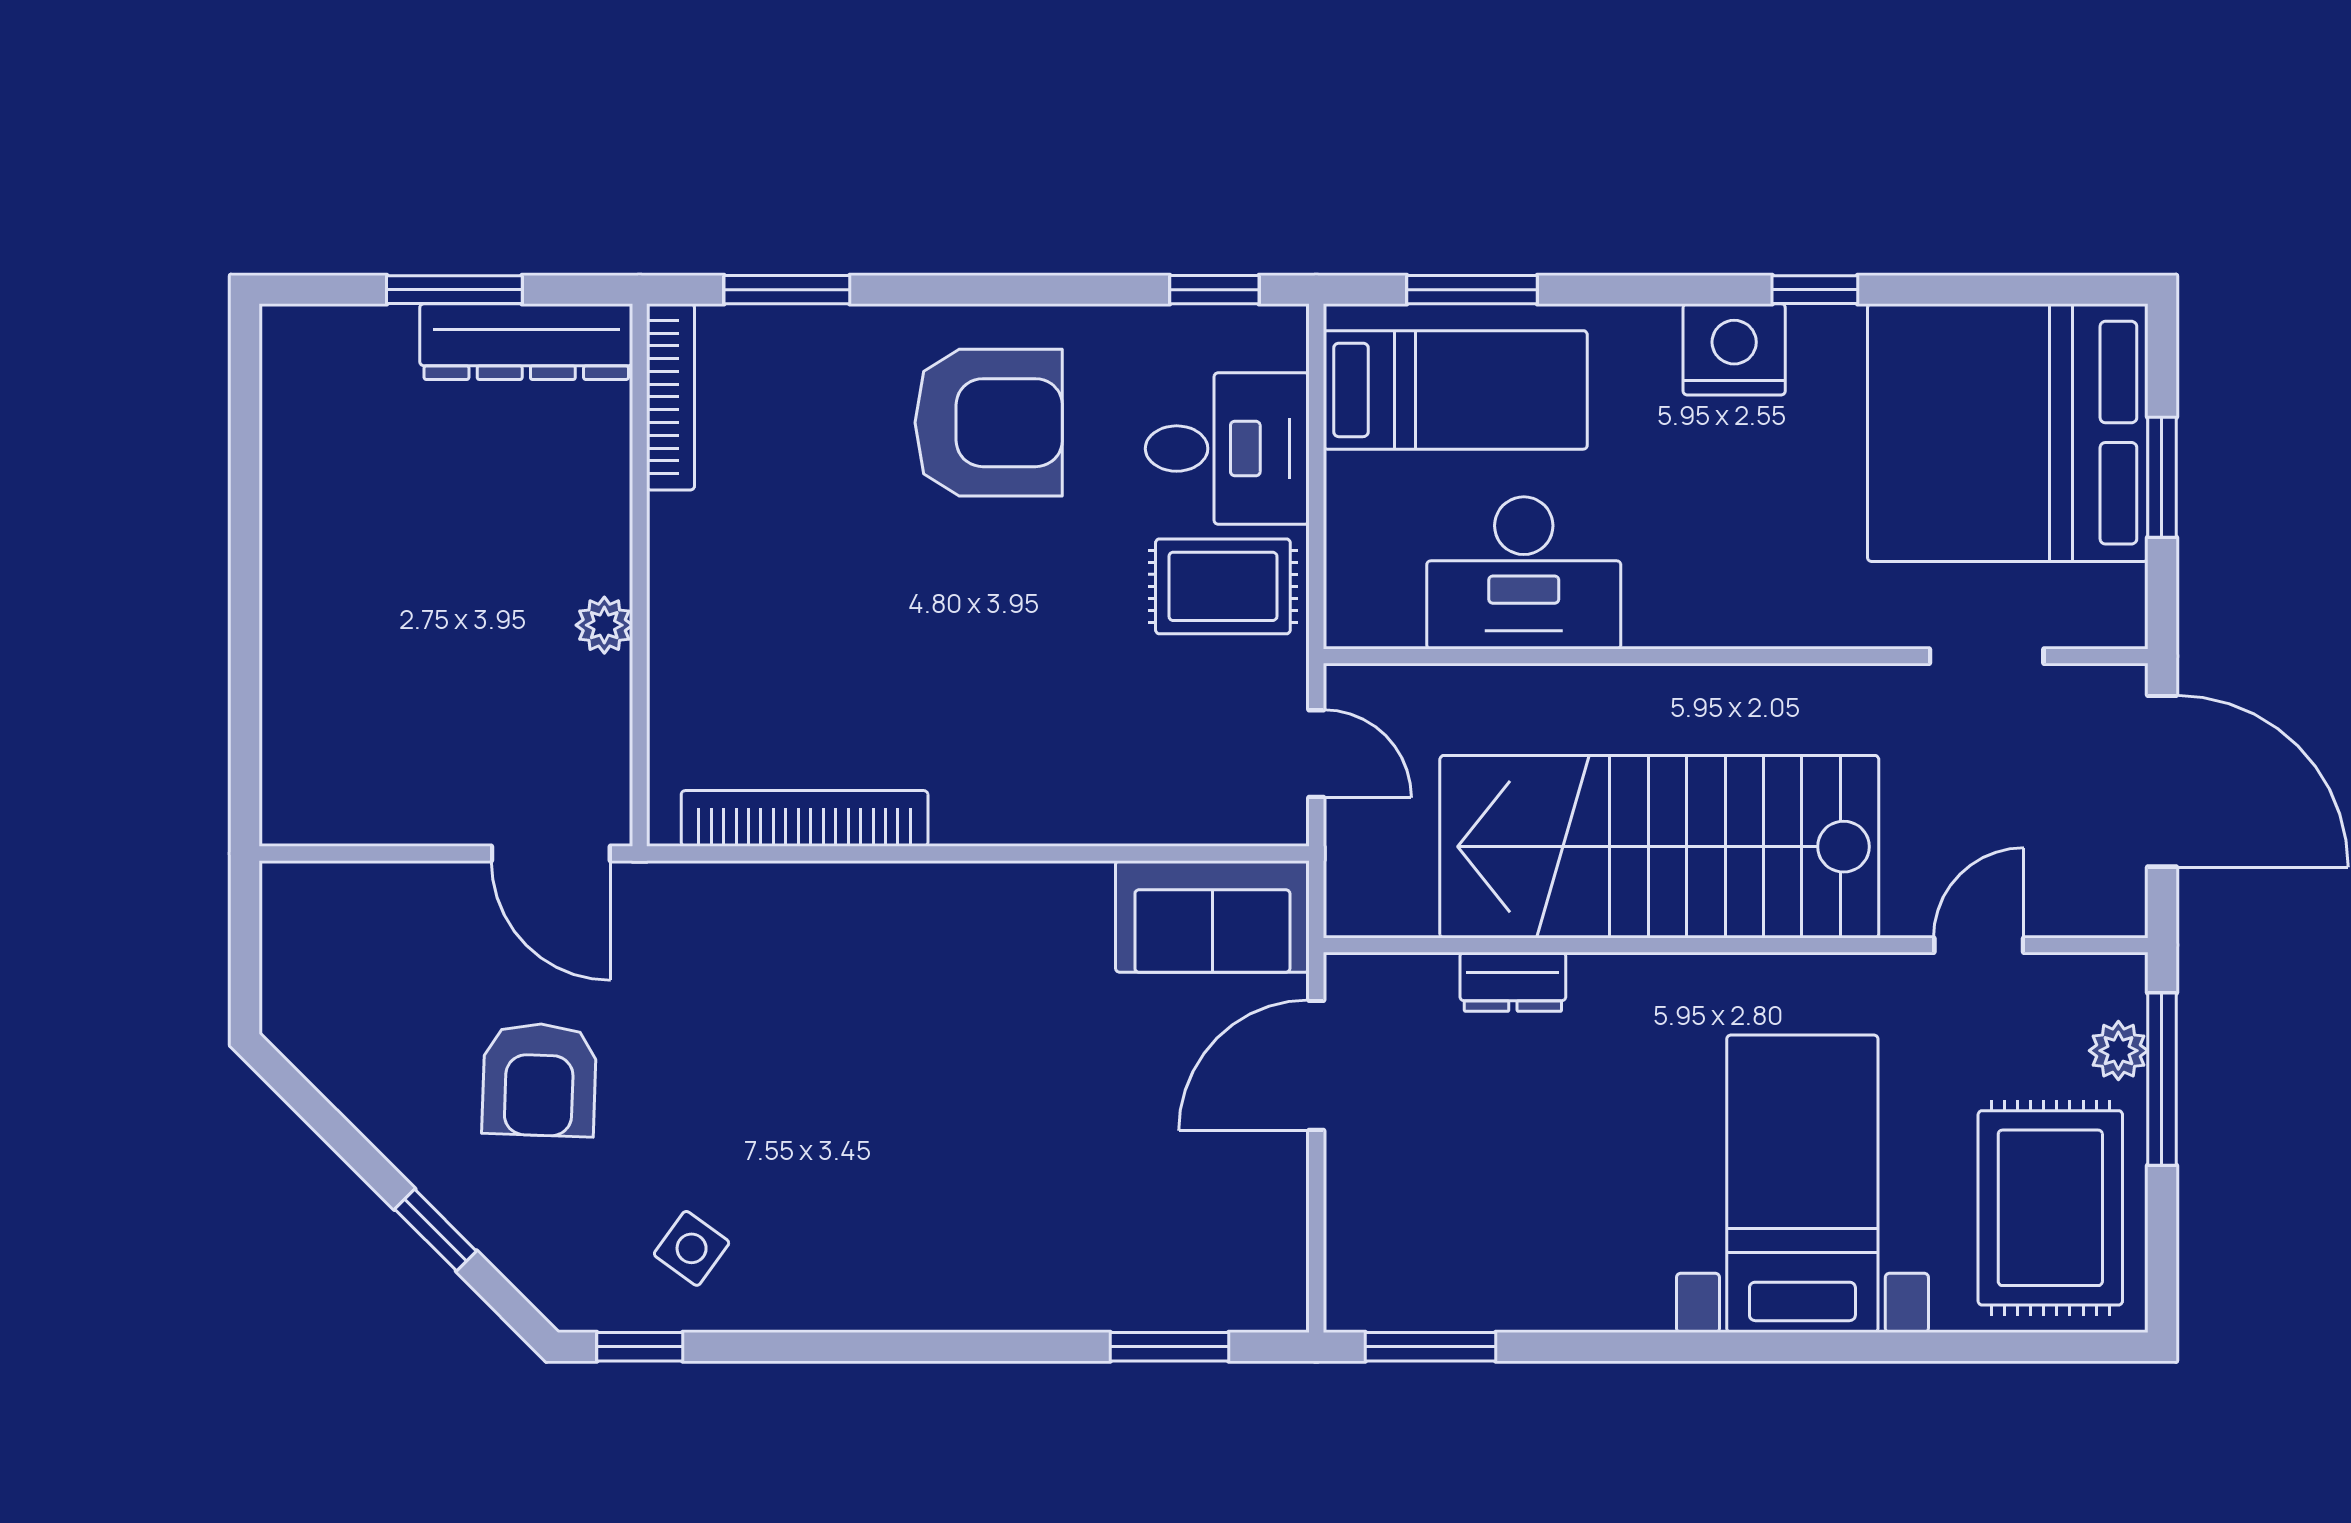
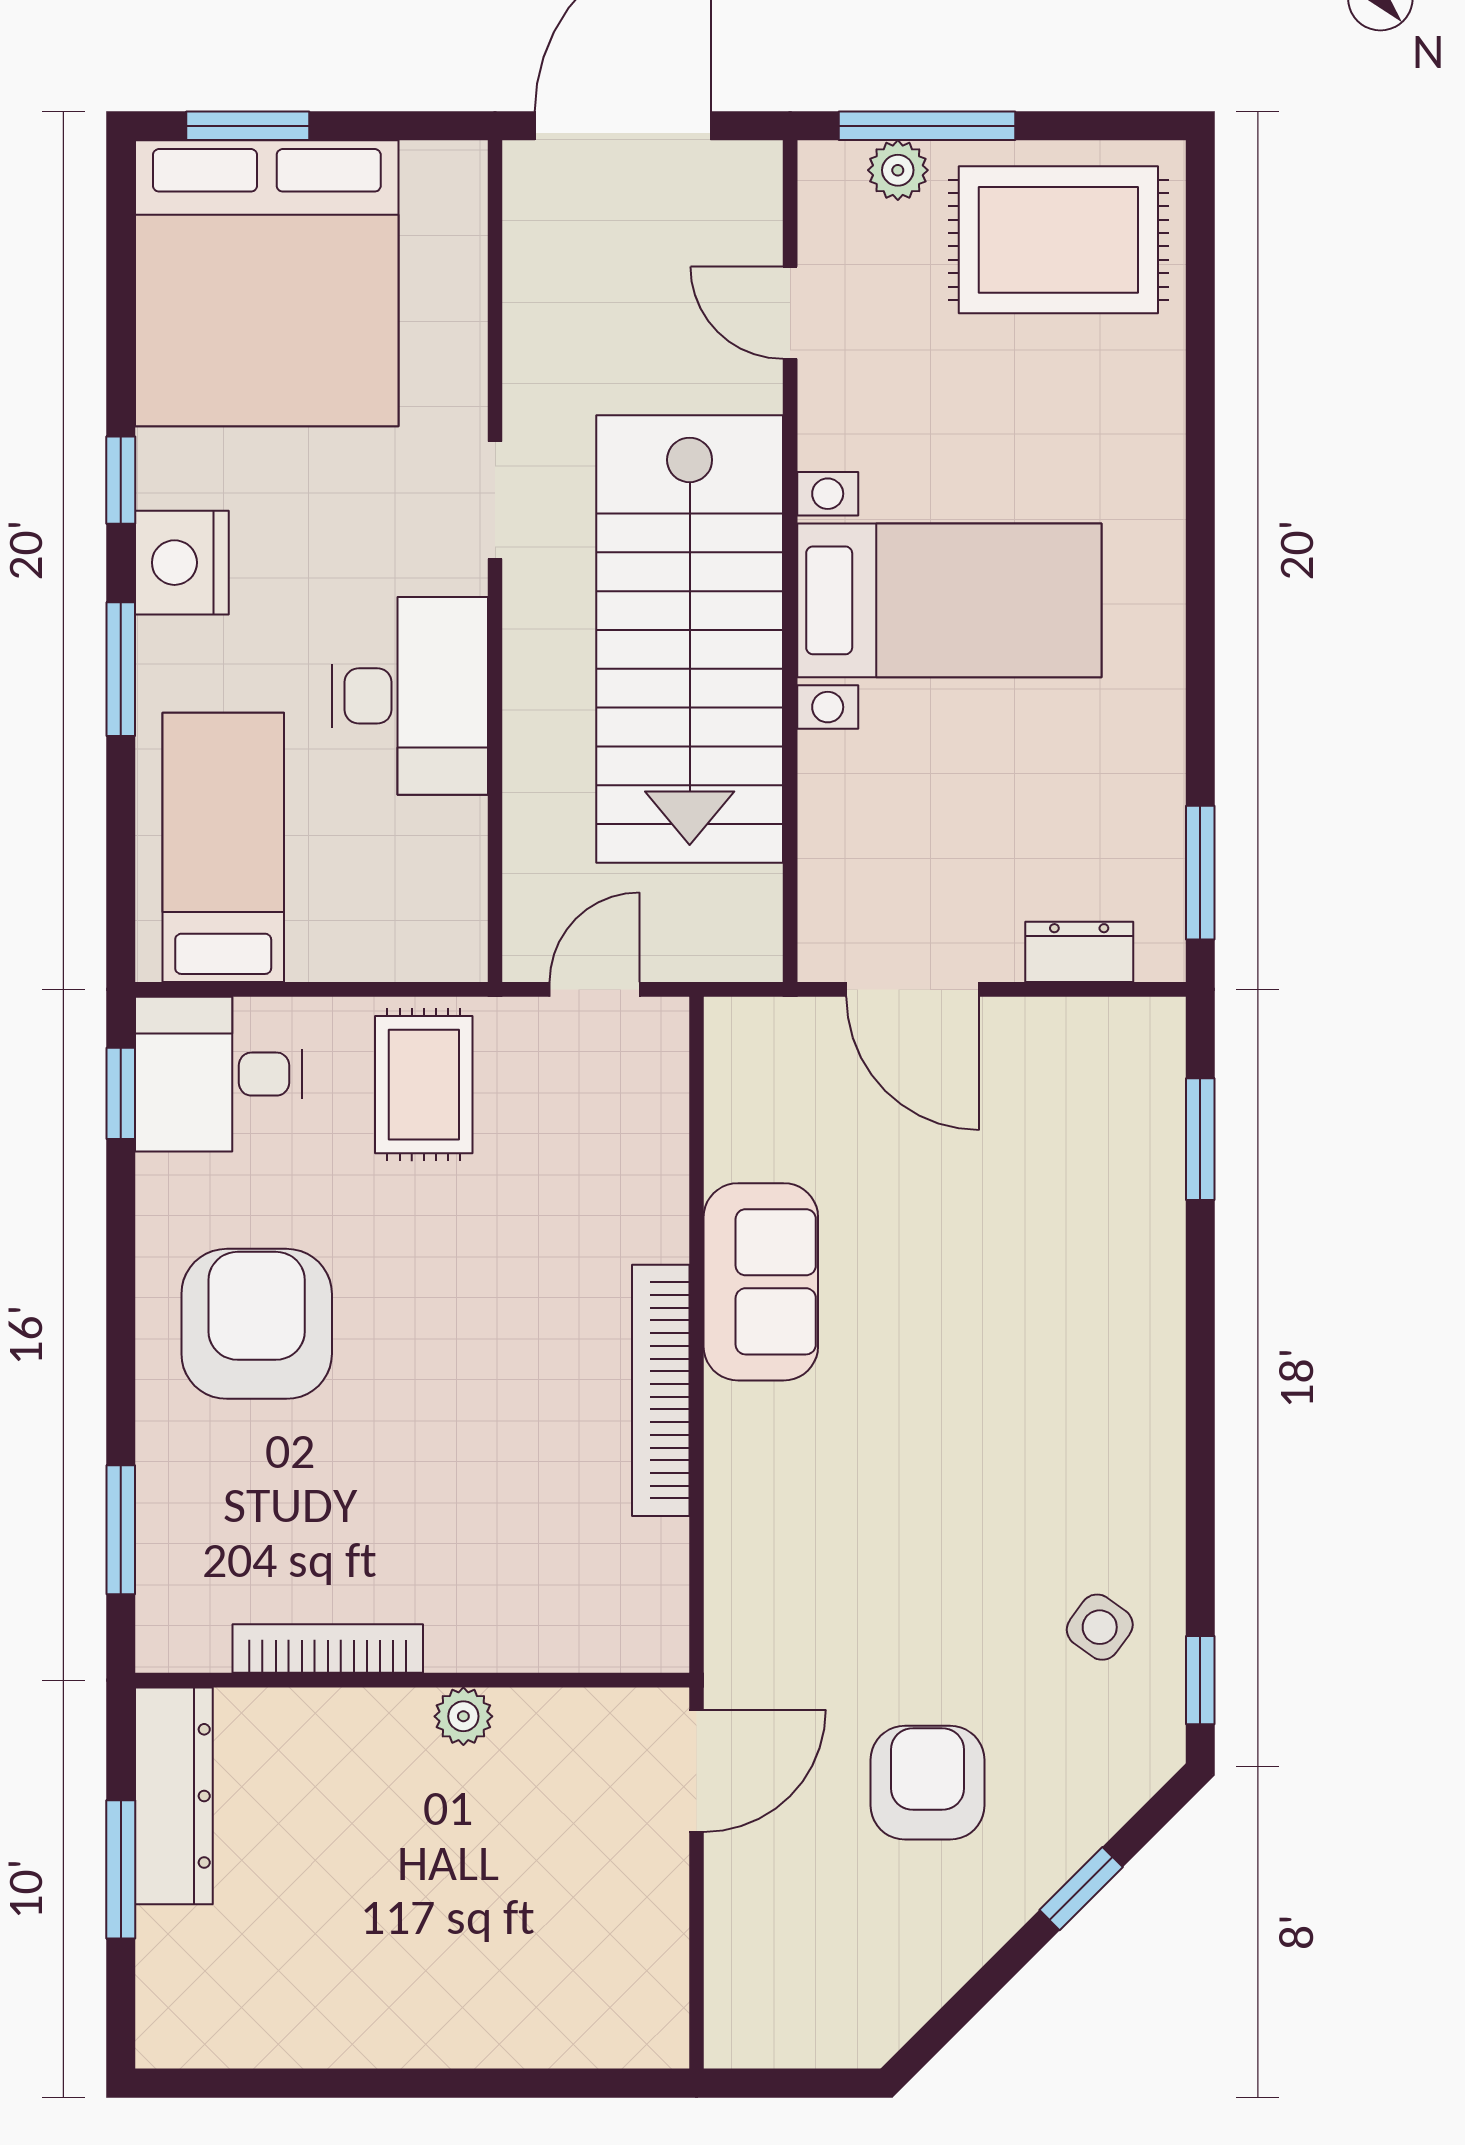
window: (1472, 290) -> (121, 669), moved
bookcase: (671, 397) -> (328, 1649), moved
desk: (1227, 449) -> (219, 1074), moved, turned -90
window: (2162, 477) -> (248, 126), moved
desk: (1524, 573) -> (410, 696), moved
doorway: (1987, 656) -> (495, 500), moved
bookcase: (805, 818) -> (661, 1390), moved
sofa: (1212, 916) -> (761, 1282), moved
dresser: (1513, 982) -> (1079, 952), moved, turned -90
armchair: (539, 1080) -> (927, 1783), turned -92
bed with nightstands: (1802, 1184) -> (949, 600), moved, turned 180

